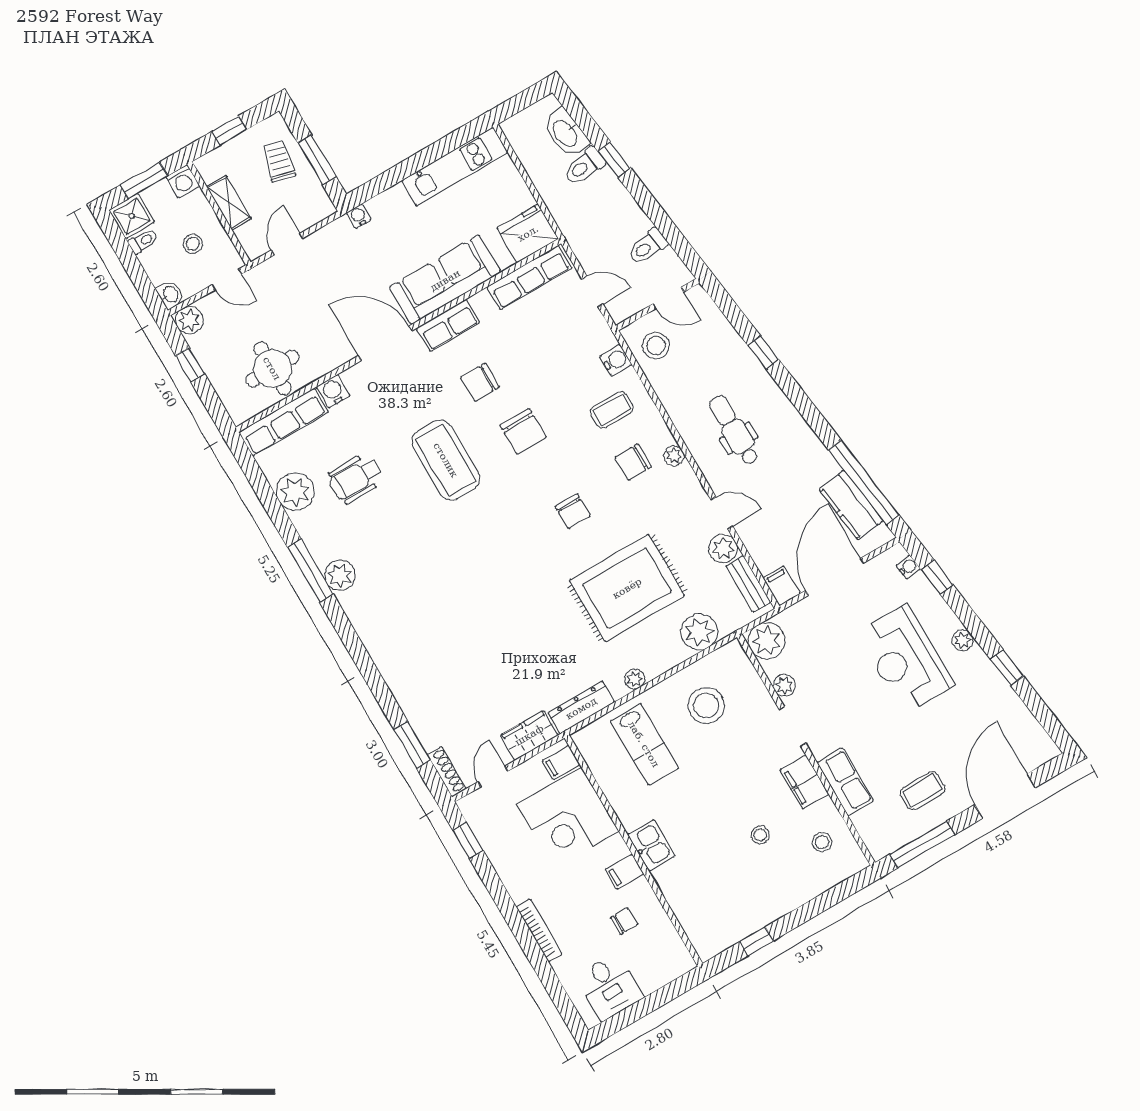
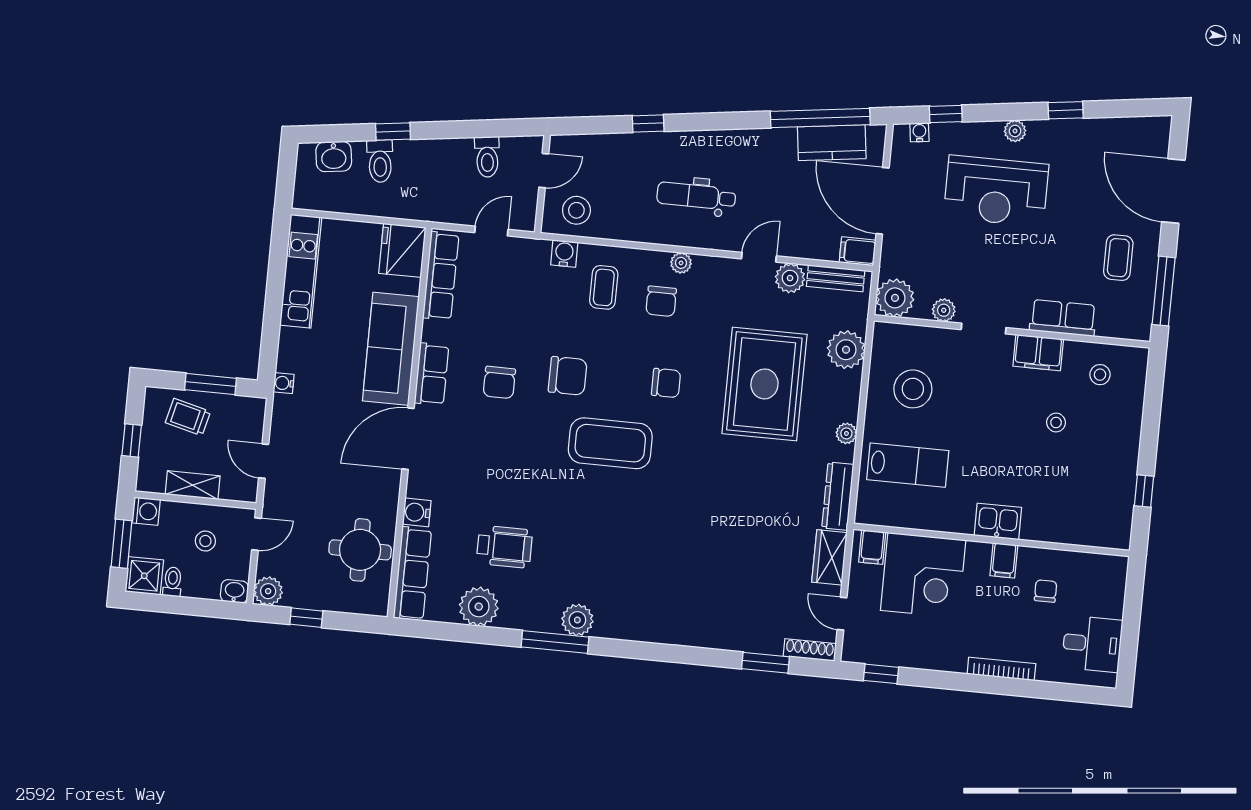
washbasin: (566, 133) -> (334, 156), width x0.72
coffee table: (446, 460) -> (610, 443), moved
wheelchair: (356, 478) -> (504, 547), turned -90

